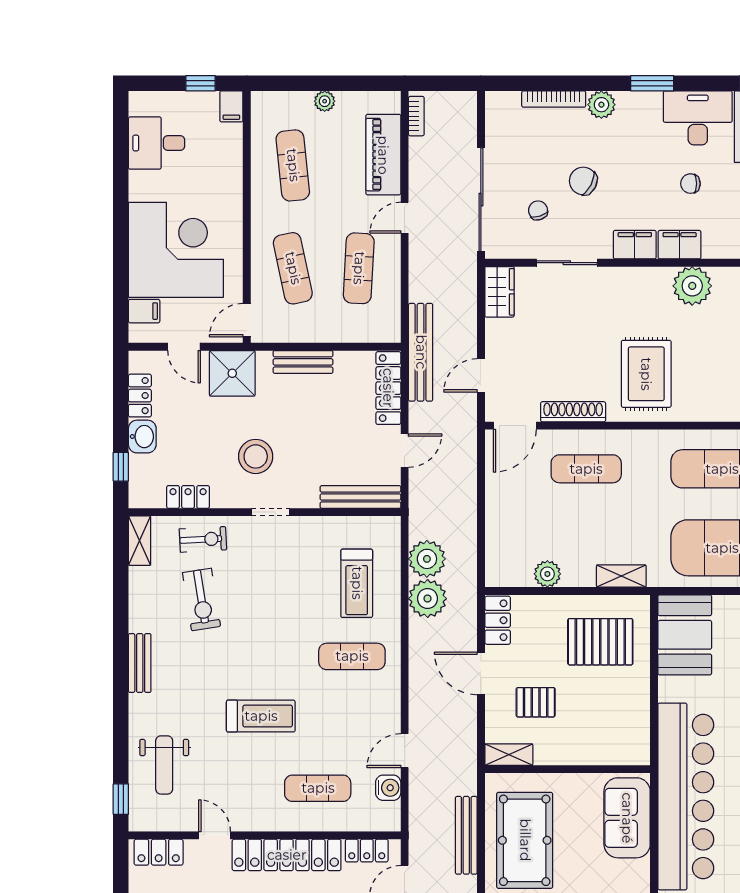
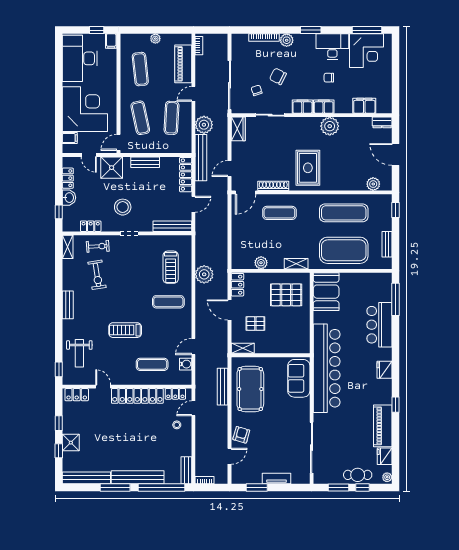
desk: (157, 143) -> (80, 58), width x1.87, depth x1.30
plant: (427, 559) -> (204, 125), moved
treadmill: (261, 716) -> (125, 330), turned 180

